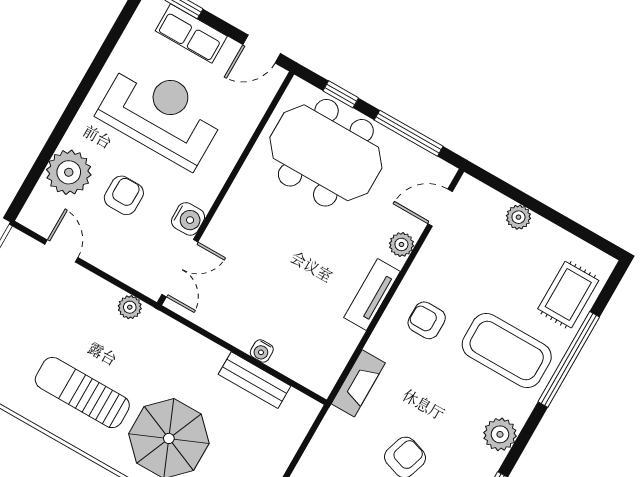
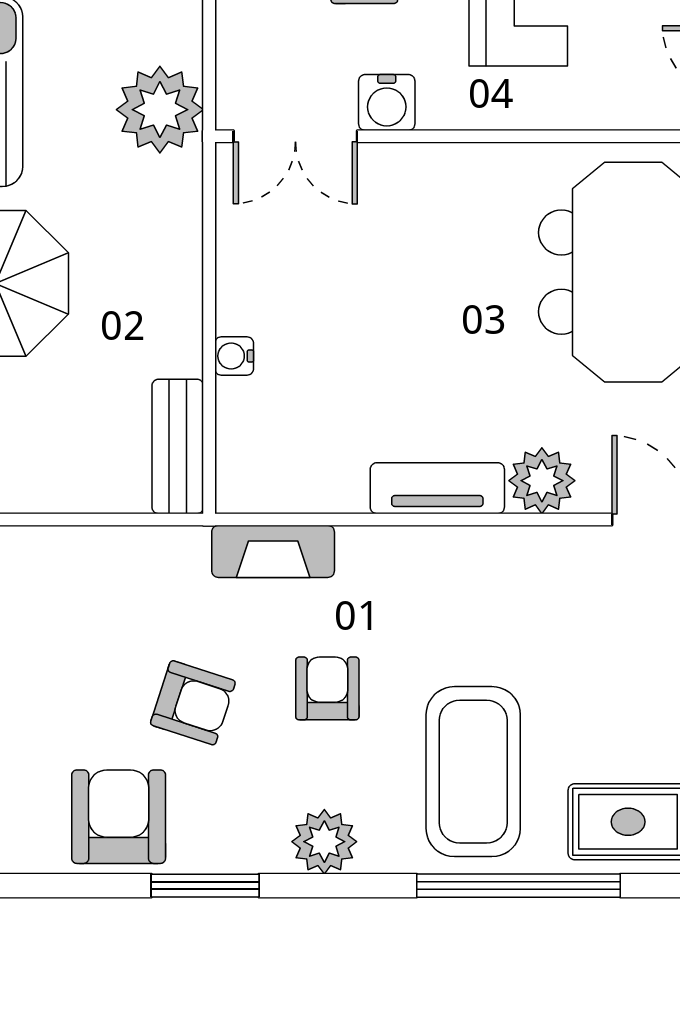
plant: (401, 244) -> (542, 481), width x1.38, depth x1.38
plant: (130, 307) -> (160, 110), width x1.87, depth x1.87
armchair: (427, 320) -> (327, 688), moved
bench: (255, 380) -> (178, 446), moved

